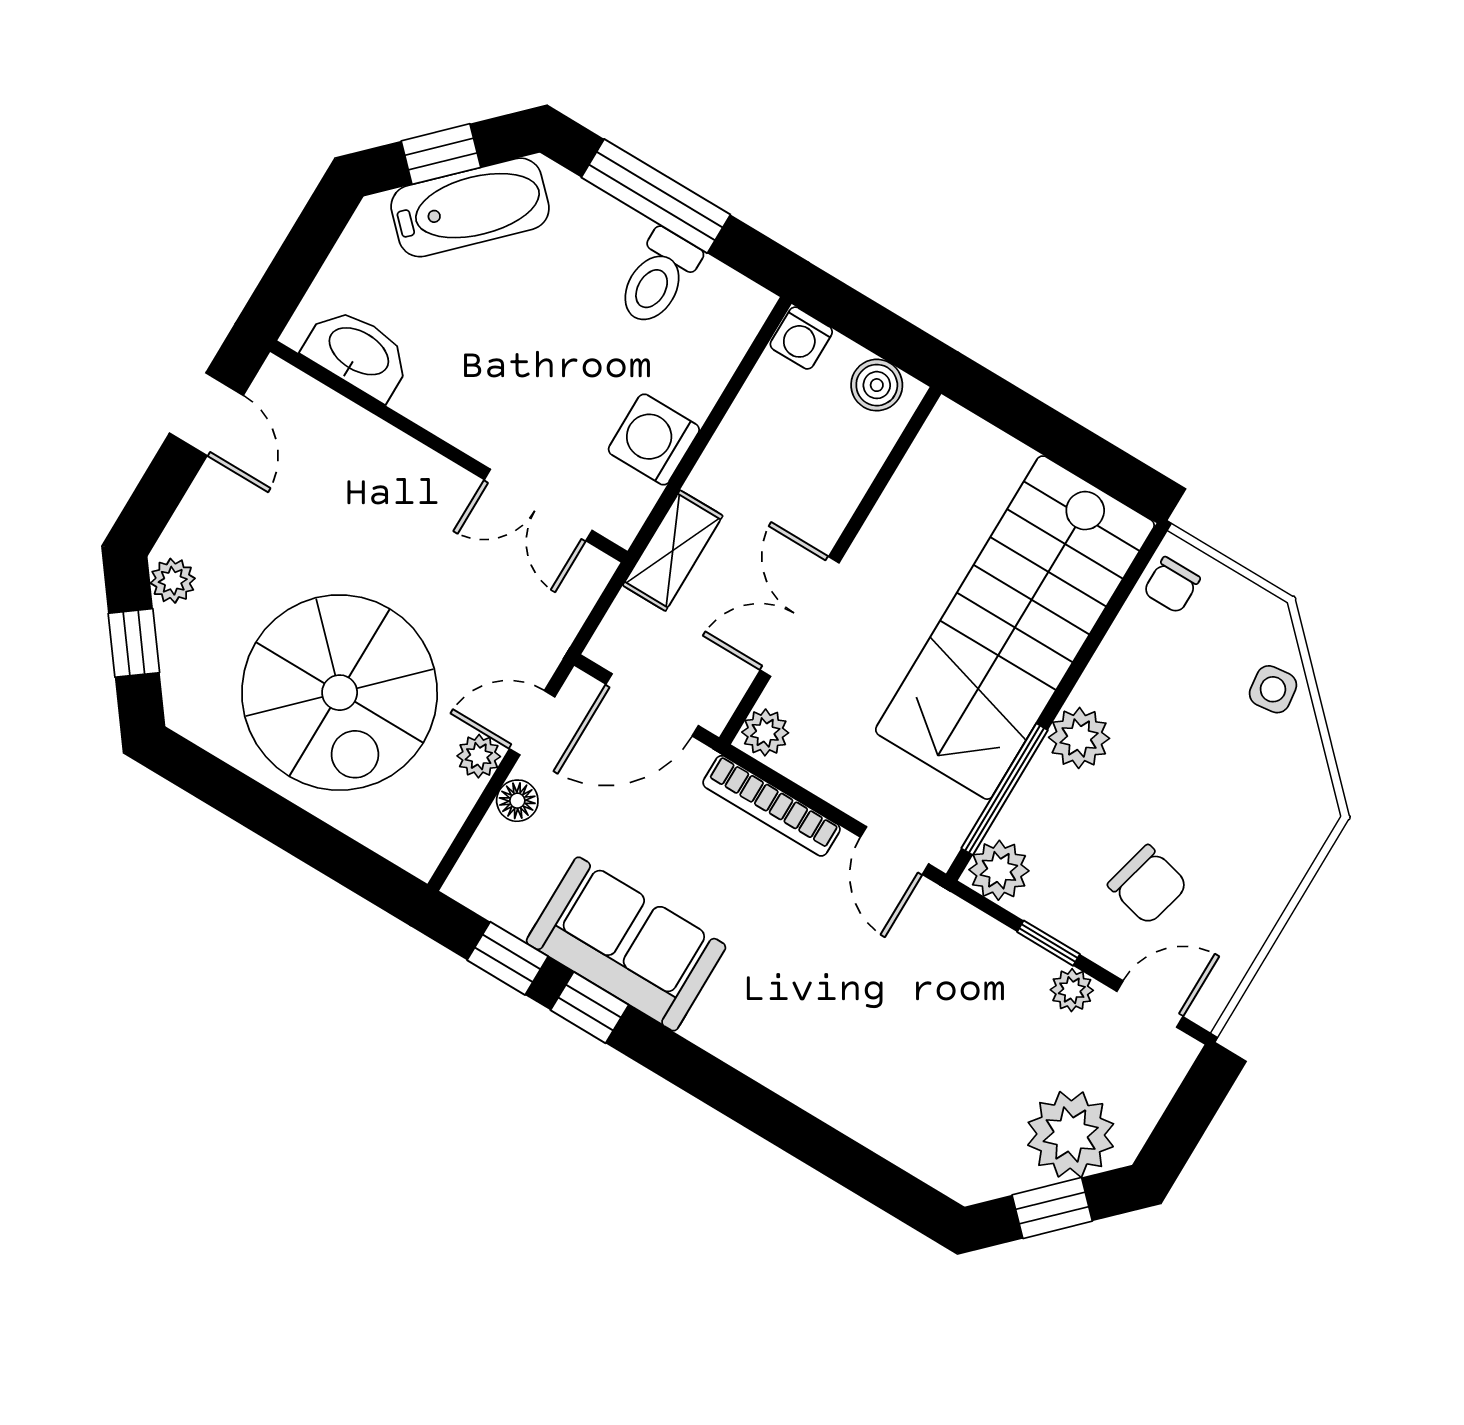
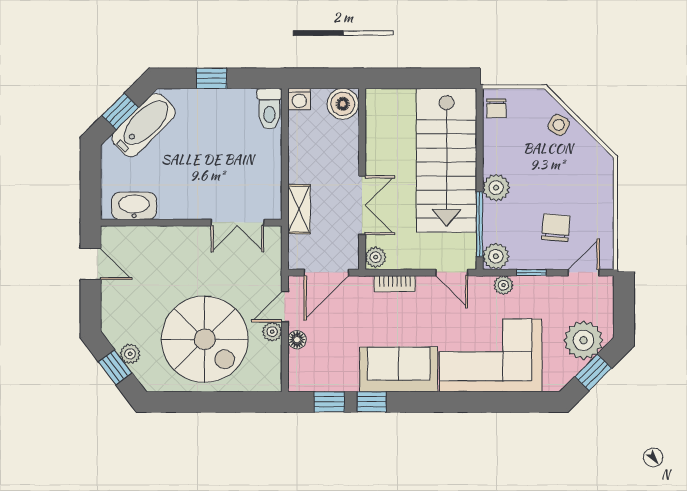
window: (656, 196) -> (212, 78), width x0.46
toilet: (658, 278) -> (269, 109), moved
boiler: (877, 385) -> (343, 104), width x1.36, depth x1.36
washing machine: (654, 439) -> (266, 171), removed
plant: (173, 581) -> (130, 354), moved
double door: (800, 616) -> (362, 205), swing flipped
side table: (1273, 689) -> (559, 125), turned 38
bookcase: (771, 806) -> (395, 284), width x0.64
chair: (1148, 885) -> (556, 228), turned -99
sofa: (626, 944) -> (399, 369), moved
plant: (1072, 990) -> (503, 285), moved
corner sofa: (874, 1056) -> (491, 355), added

